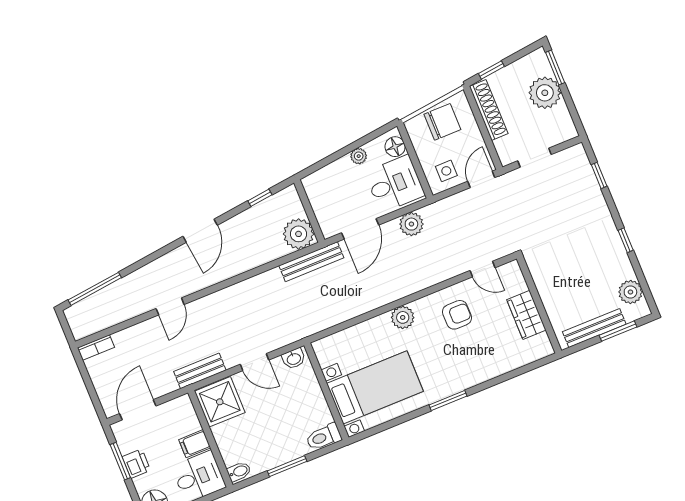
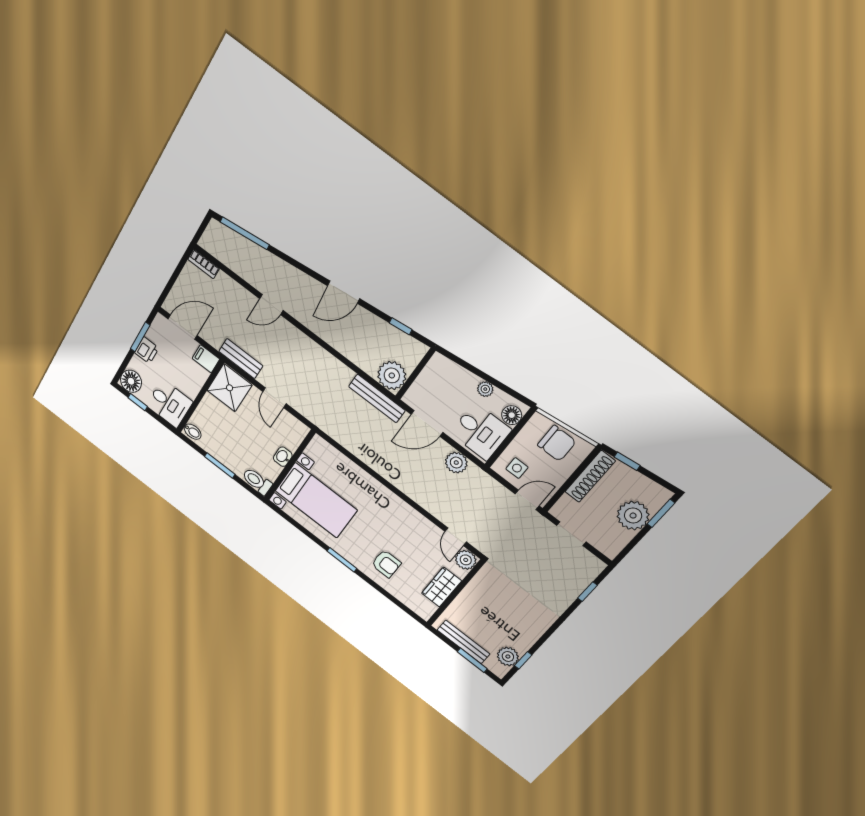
window: (626, 240) -> (523, 660), moved
armchair: (457, 315) -> (386, 564), moved
plant: (403, 317) -> (466, 560), moved
washbasin: (294, 359) -> (283, 457), moved, turned 90
filing cabinet: (195, 444) -> (206, 359), moved

